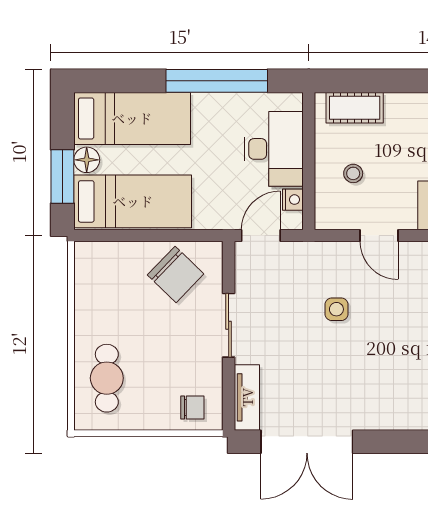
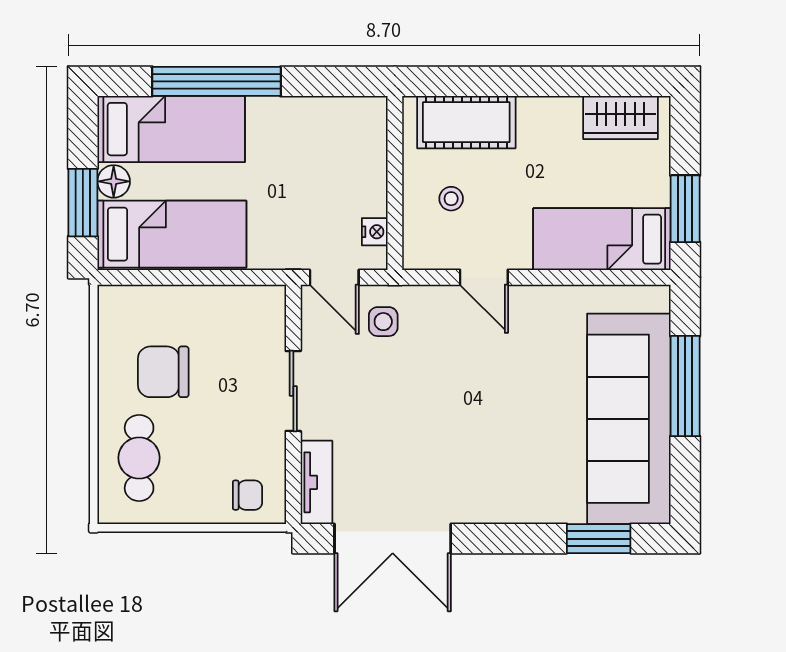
window: (217, 81) -> (216, 81), moved
cot: (355, 108) -> (466, 122), width x1.37, depth x1.34
desk: (274, 149) -> (350, 168), removed
door: (261, 236) -> (334, 277), swing flipped
chair: (176, 274) -> (163, 372), moved, turned 136
side table: (336, 309) -> (383, 322), moved

